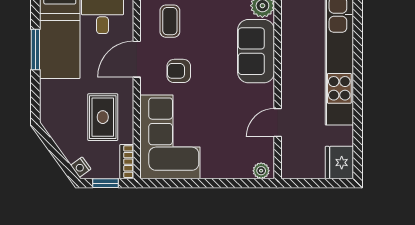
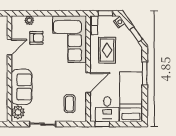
window: (35, 49) -> (145, 73), moved
armchair: (179, 71) -> (36, 38), moved
window: (51, 145) -> (136, 34), added
plant: (261, 171) -> (29, 20), moved

